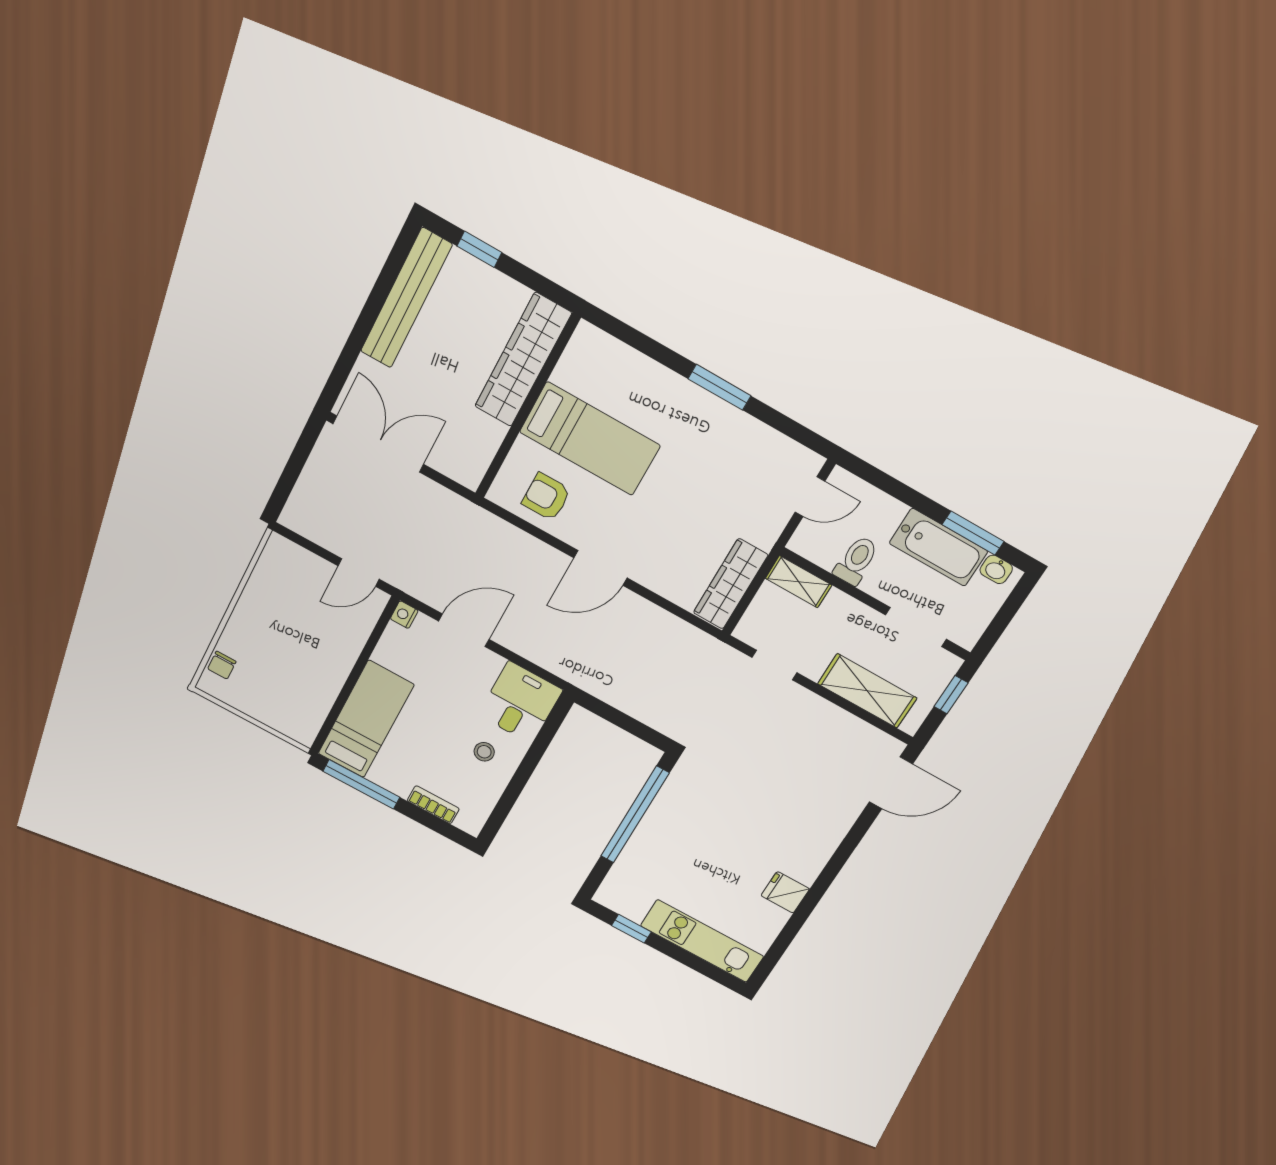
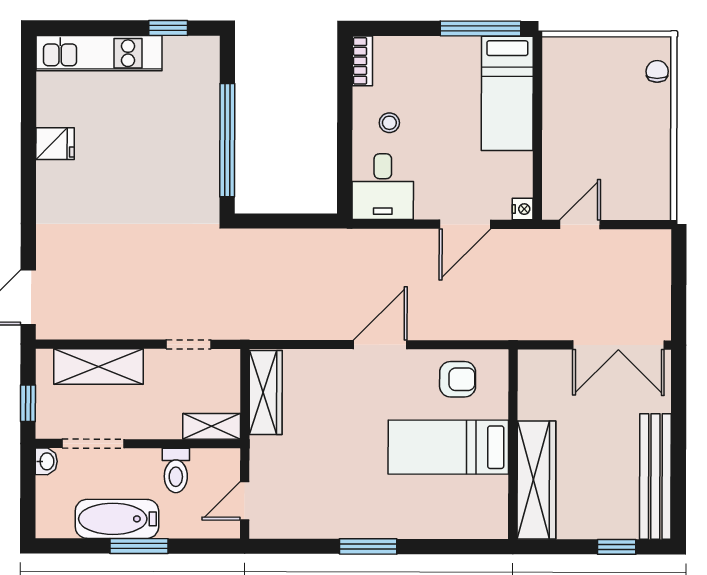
window: (973, 533) -> (139, 546), moved
washbasin: (996, 569) -> (46, 461), moved, turned 90
bookcase: (433, 805) -> (362, 61), moved, turned -90

